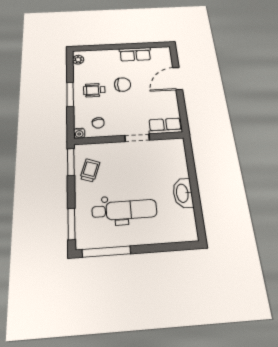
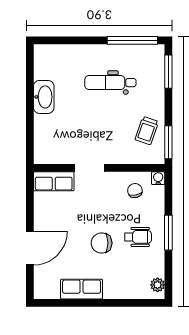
dental chair: (124, 210) -> (110, 83), width x0.73, depth x0.72

